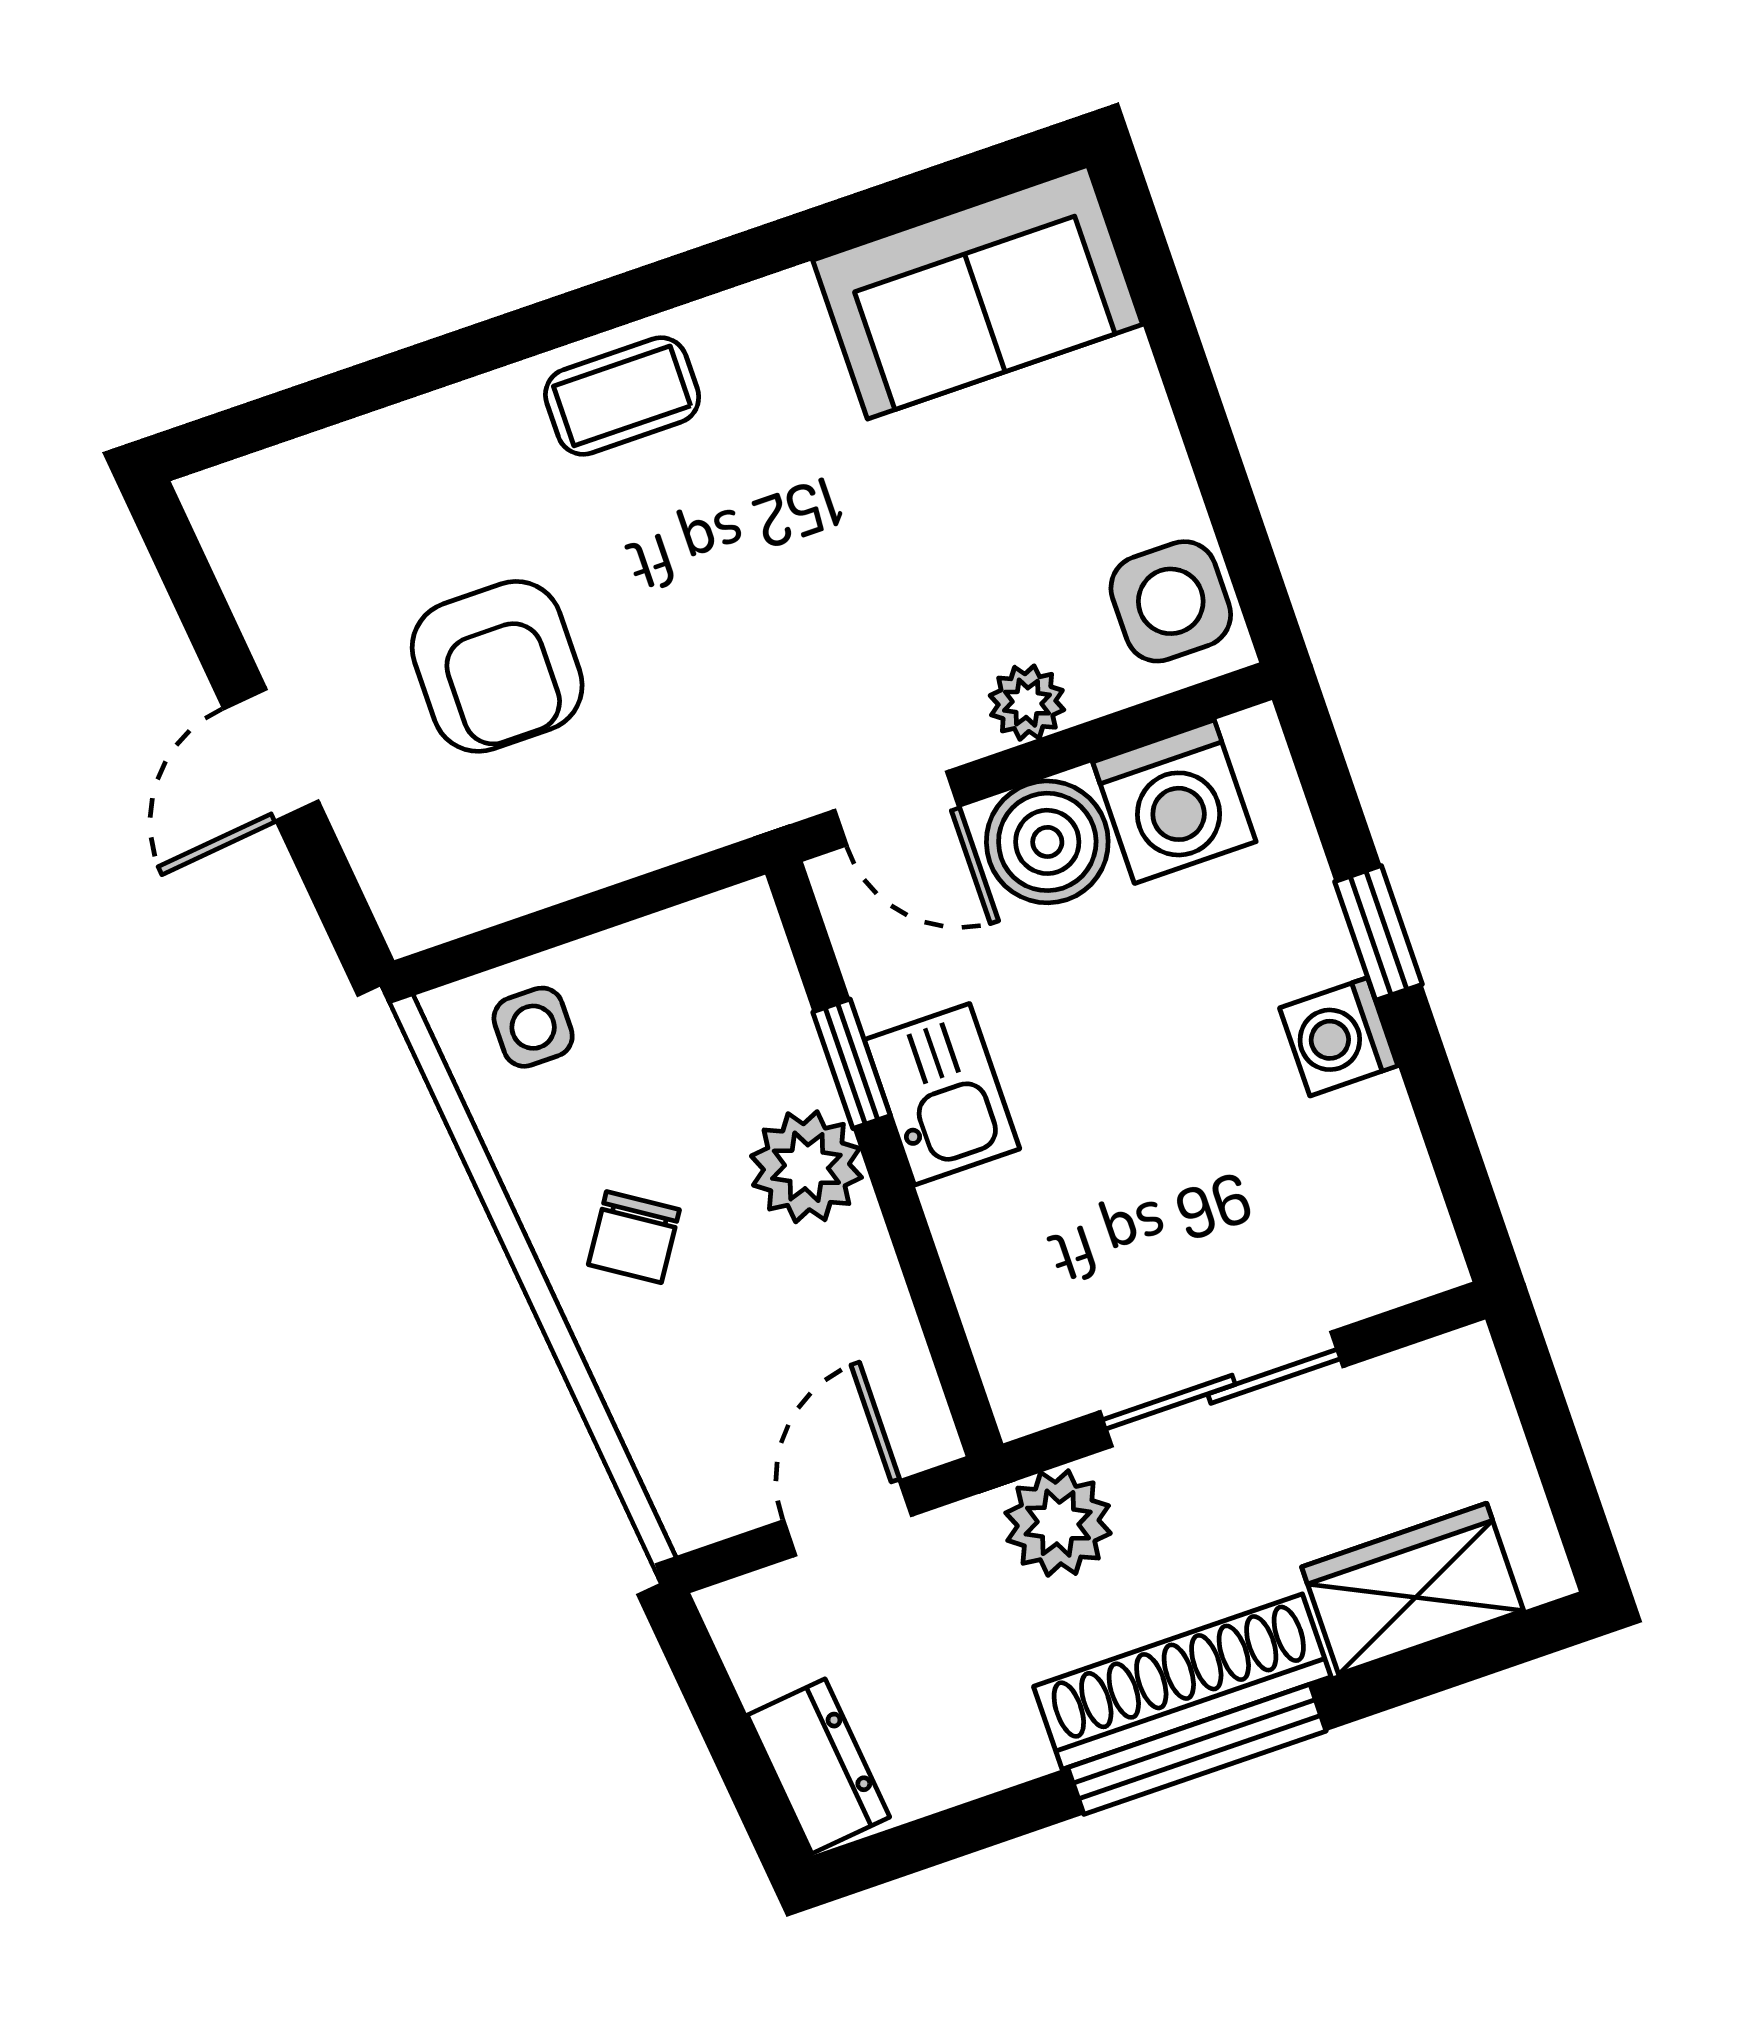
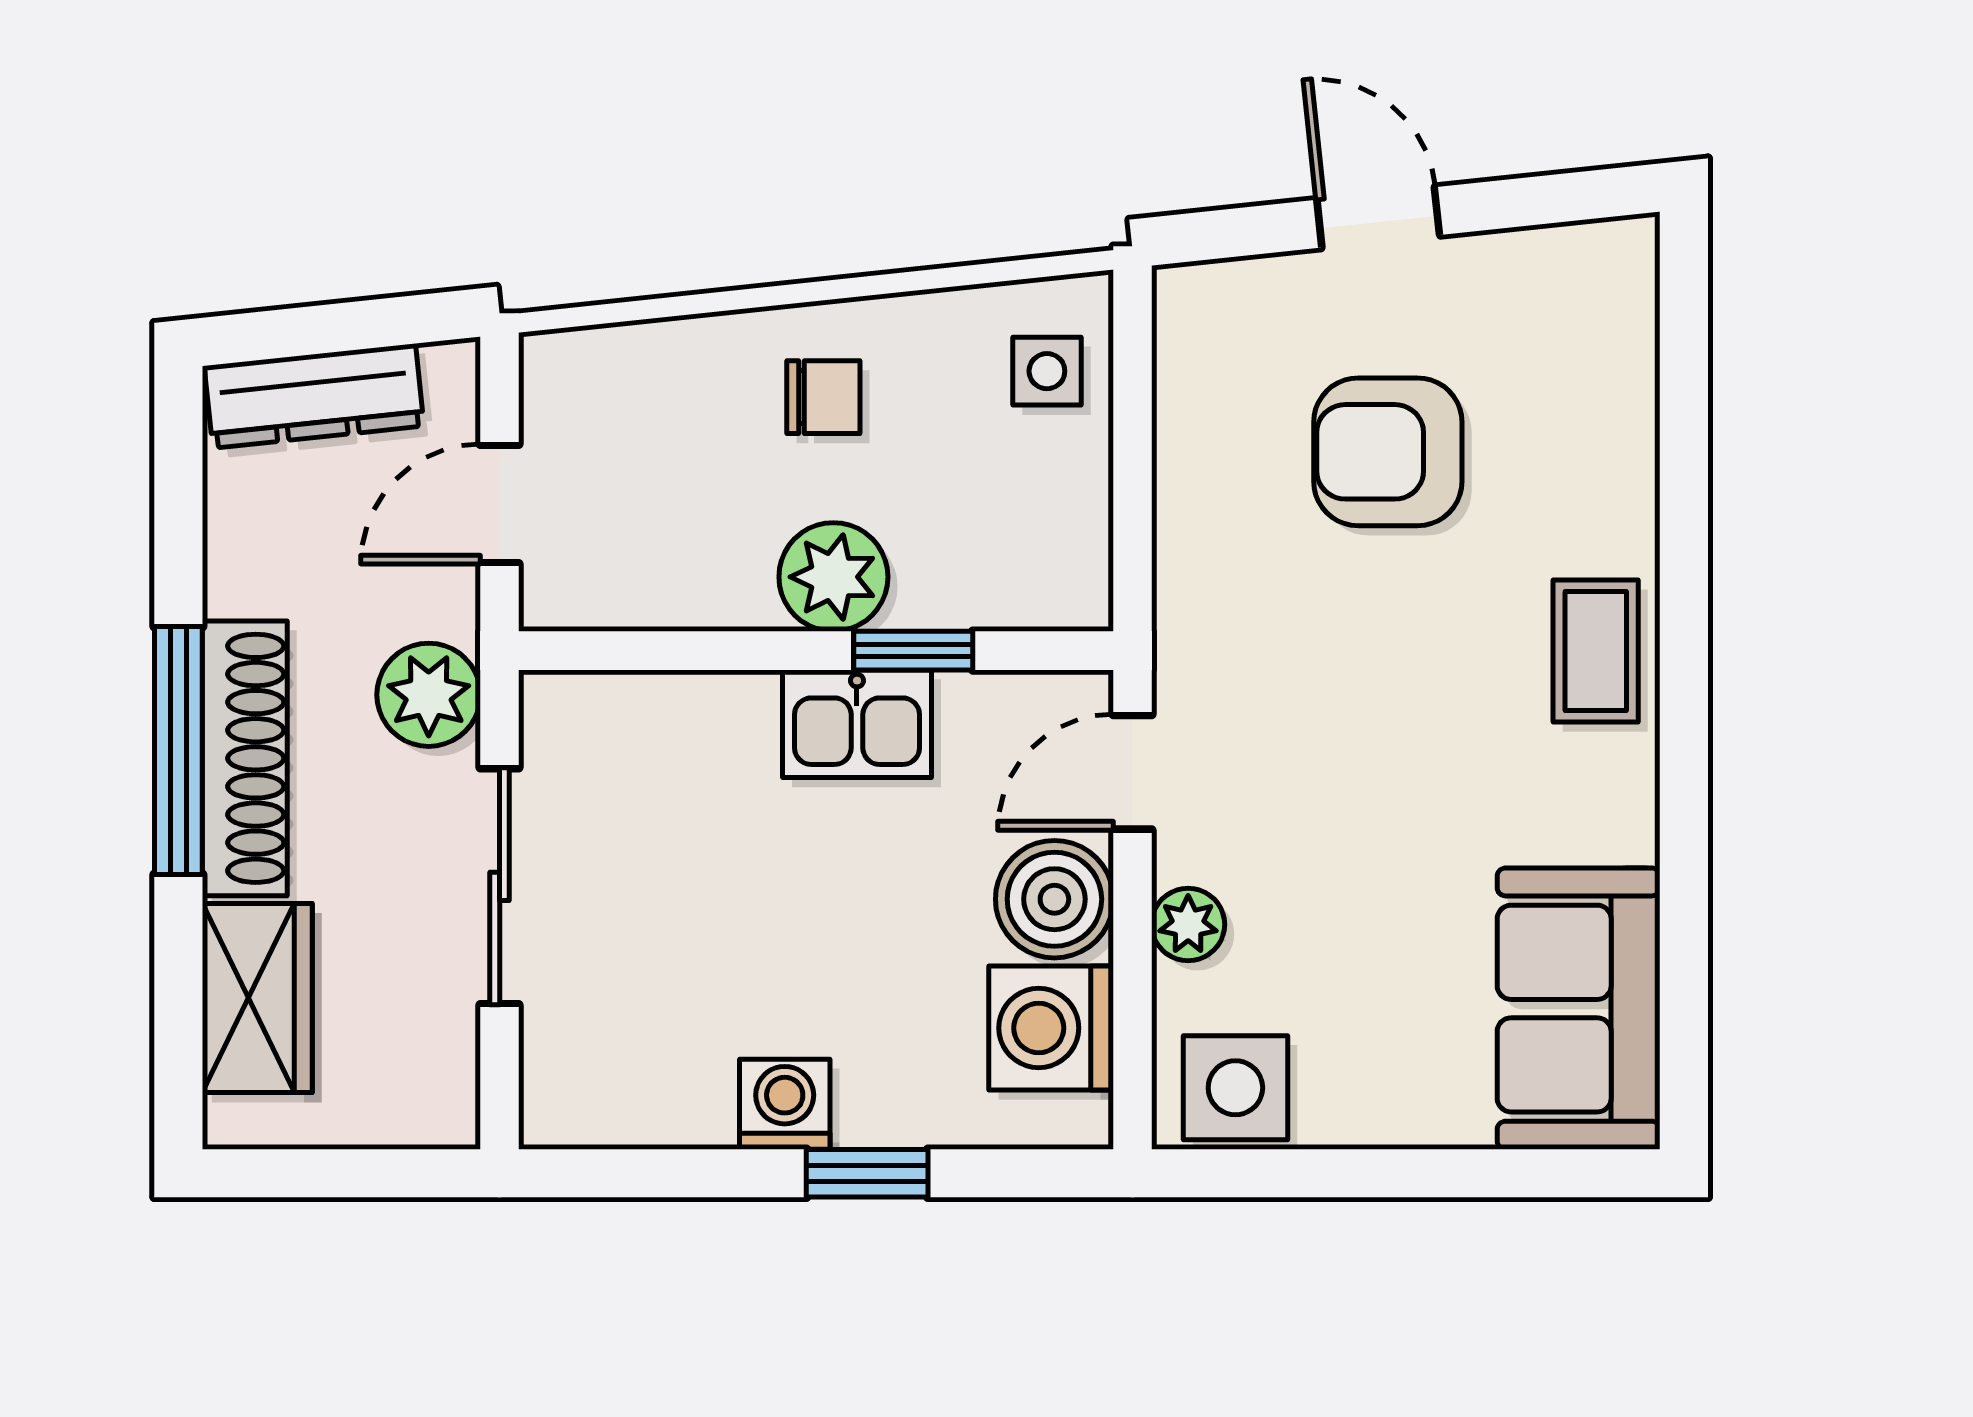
chair: (634, 1237) -> (823, 397), turned 147
door: (848, 1518) -> (500, 504), swing flipped
dresser: (818, 1766) -> (314, 396), width x1.44

